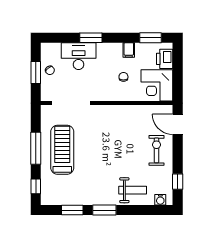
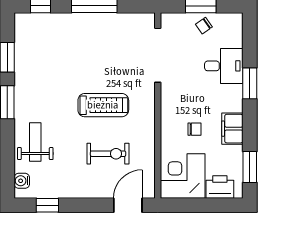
filing cabinet: (129, 50) -> (232, 129), width x2.00
desk: (79, 56) -> (224, 66), width x0.73
treadmill: (62, 150) -> (103, 105), moved, width x0.73, depth x0.73
exercise bike: (156, 150) -> (108, 154), moved
weight bench: (133, 190) -> (35, 142), turned 180

